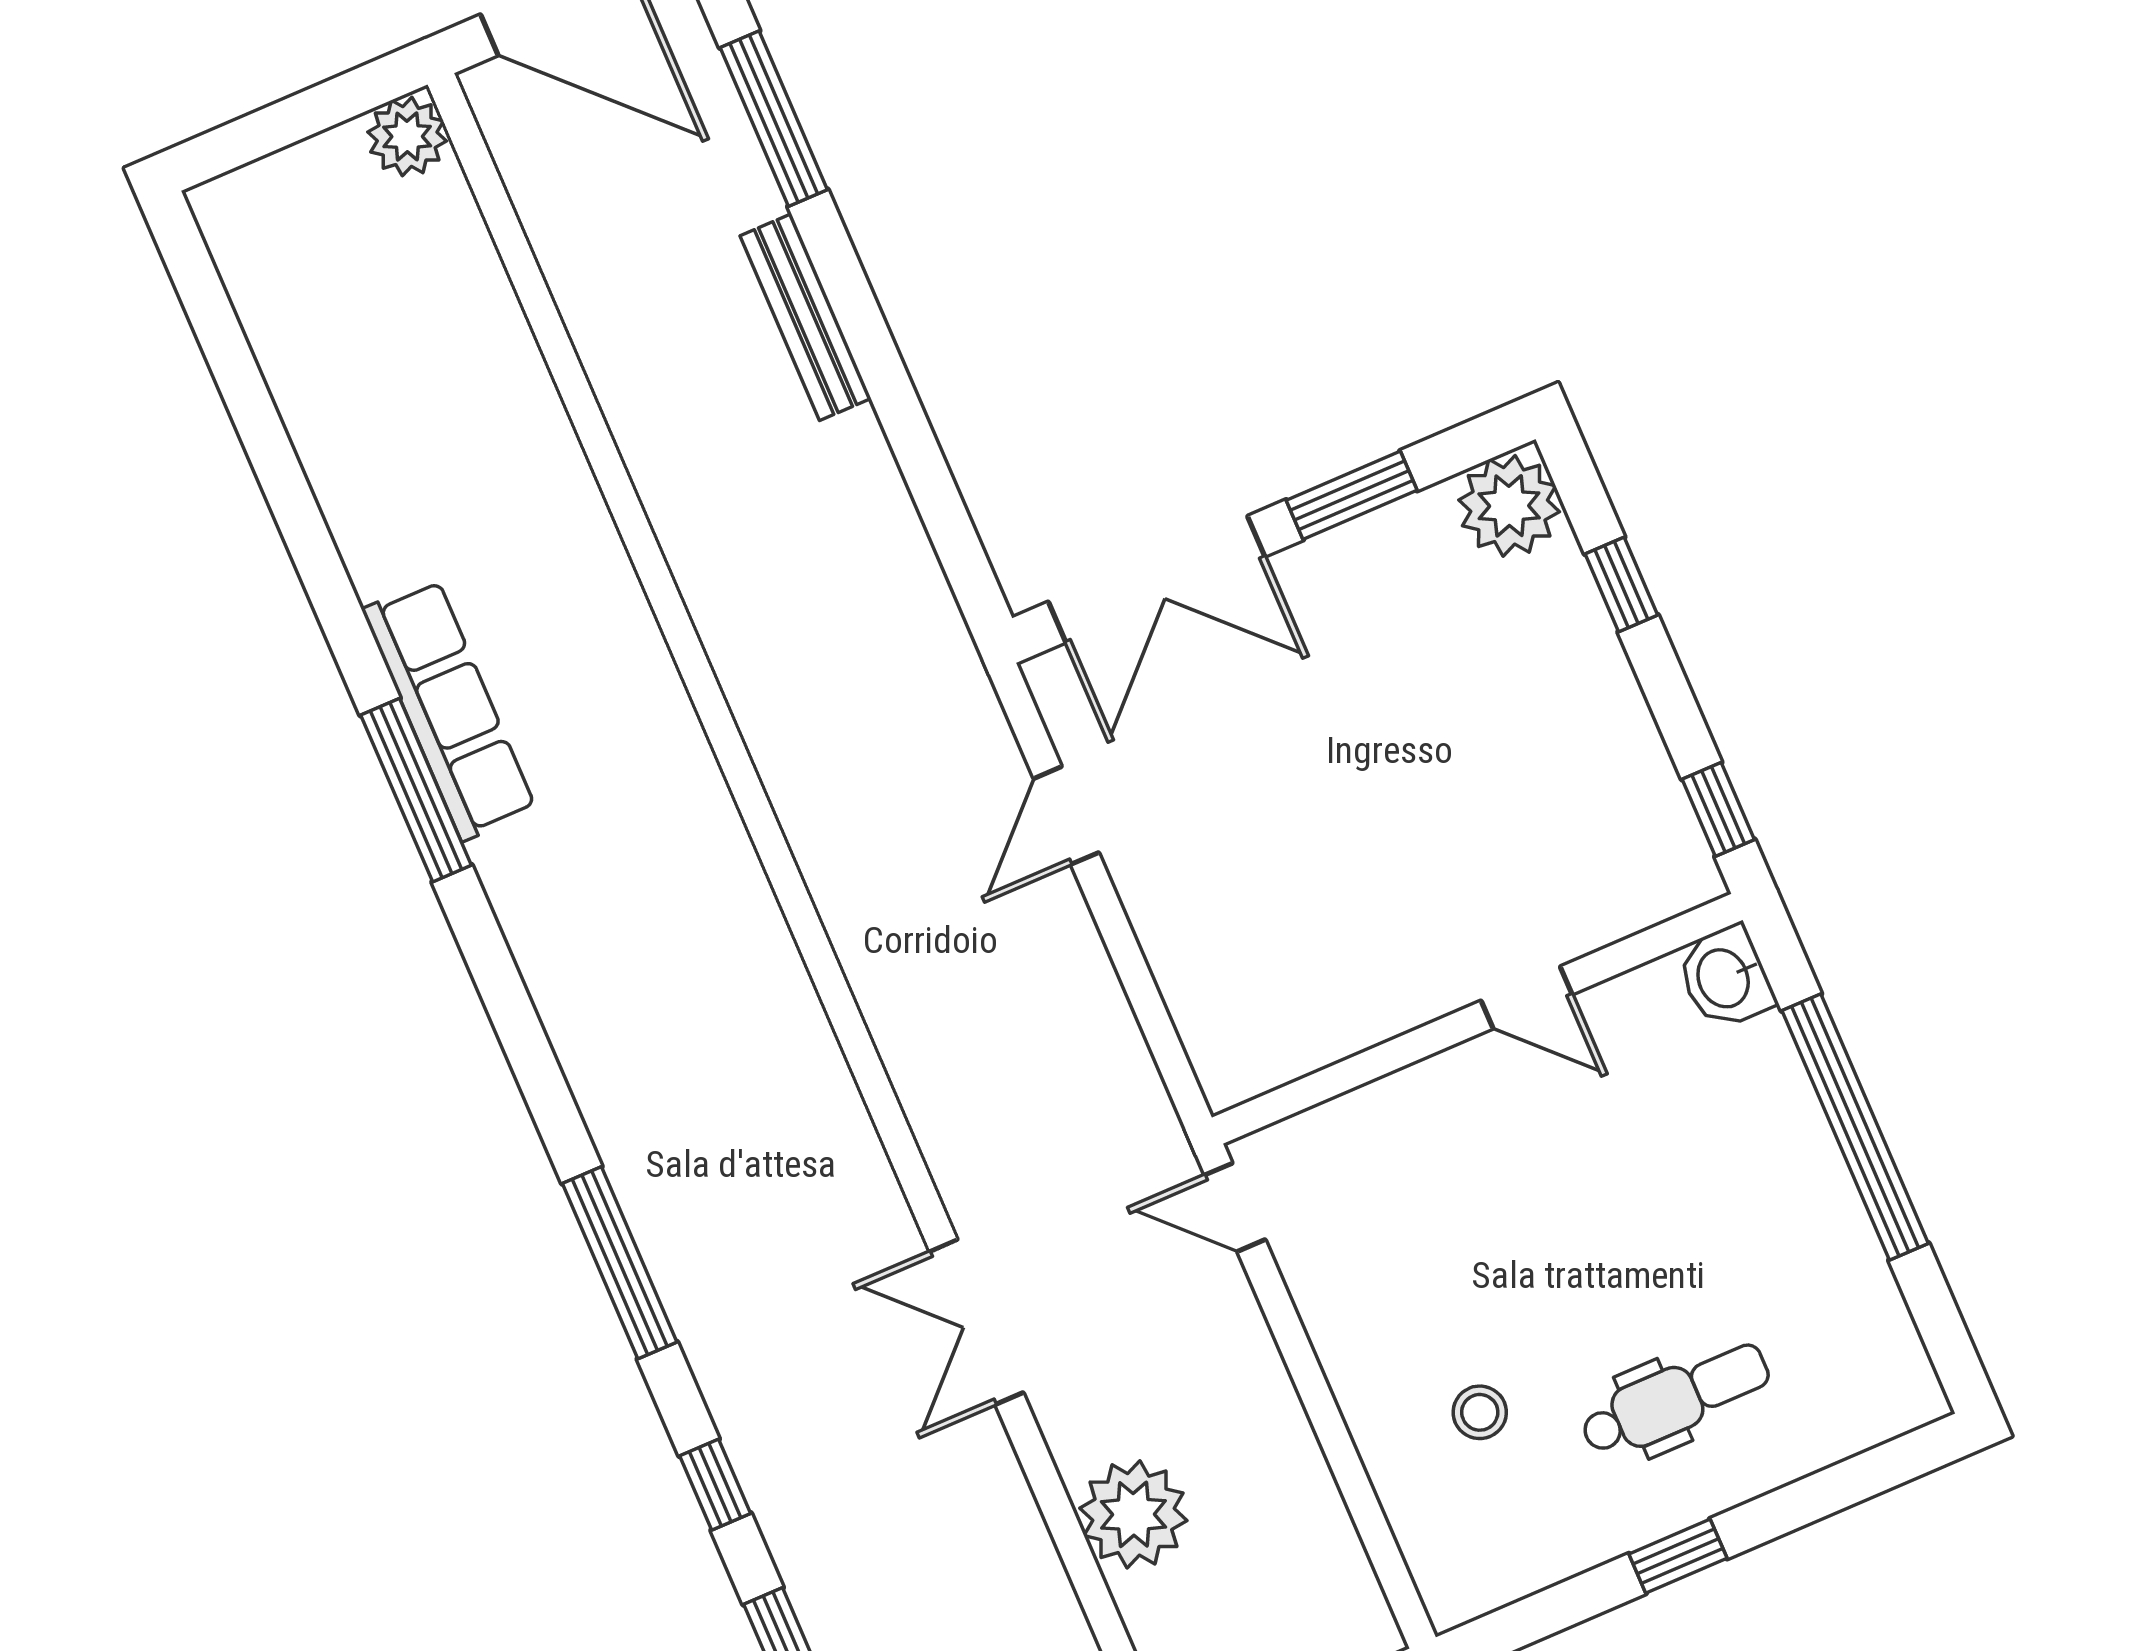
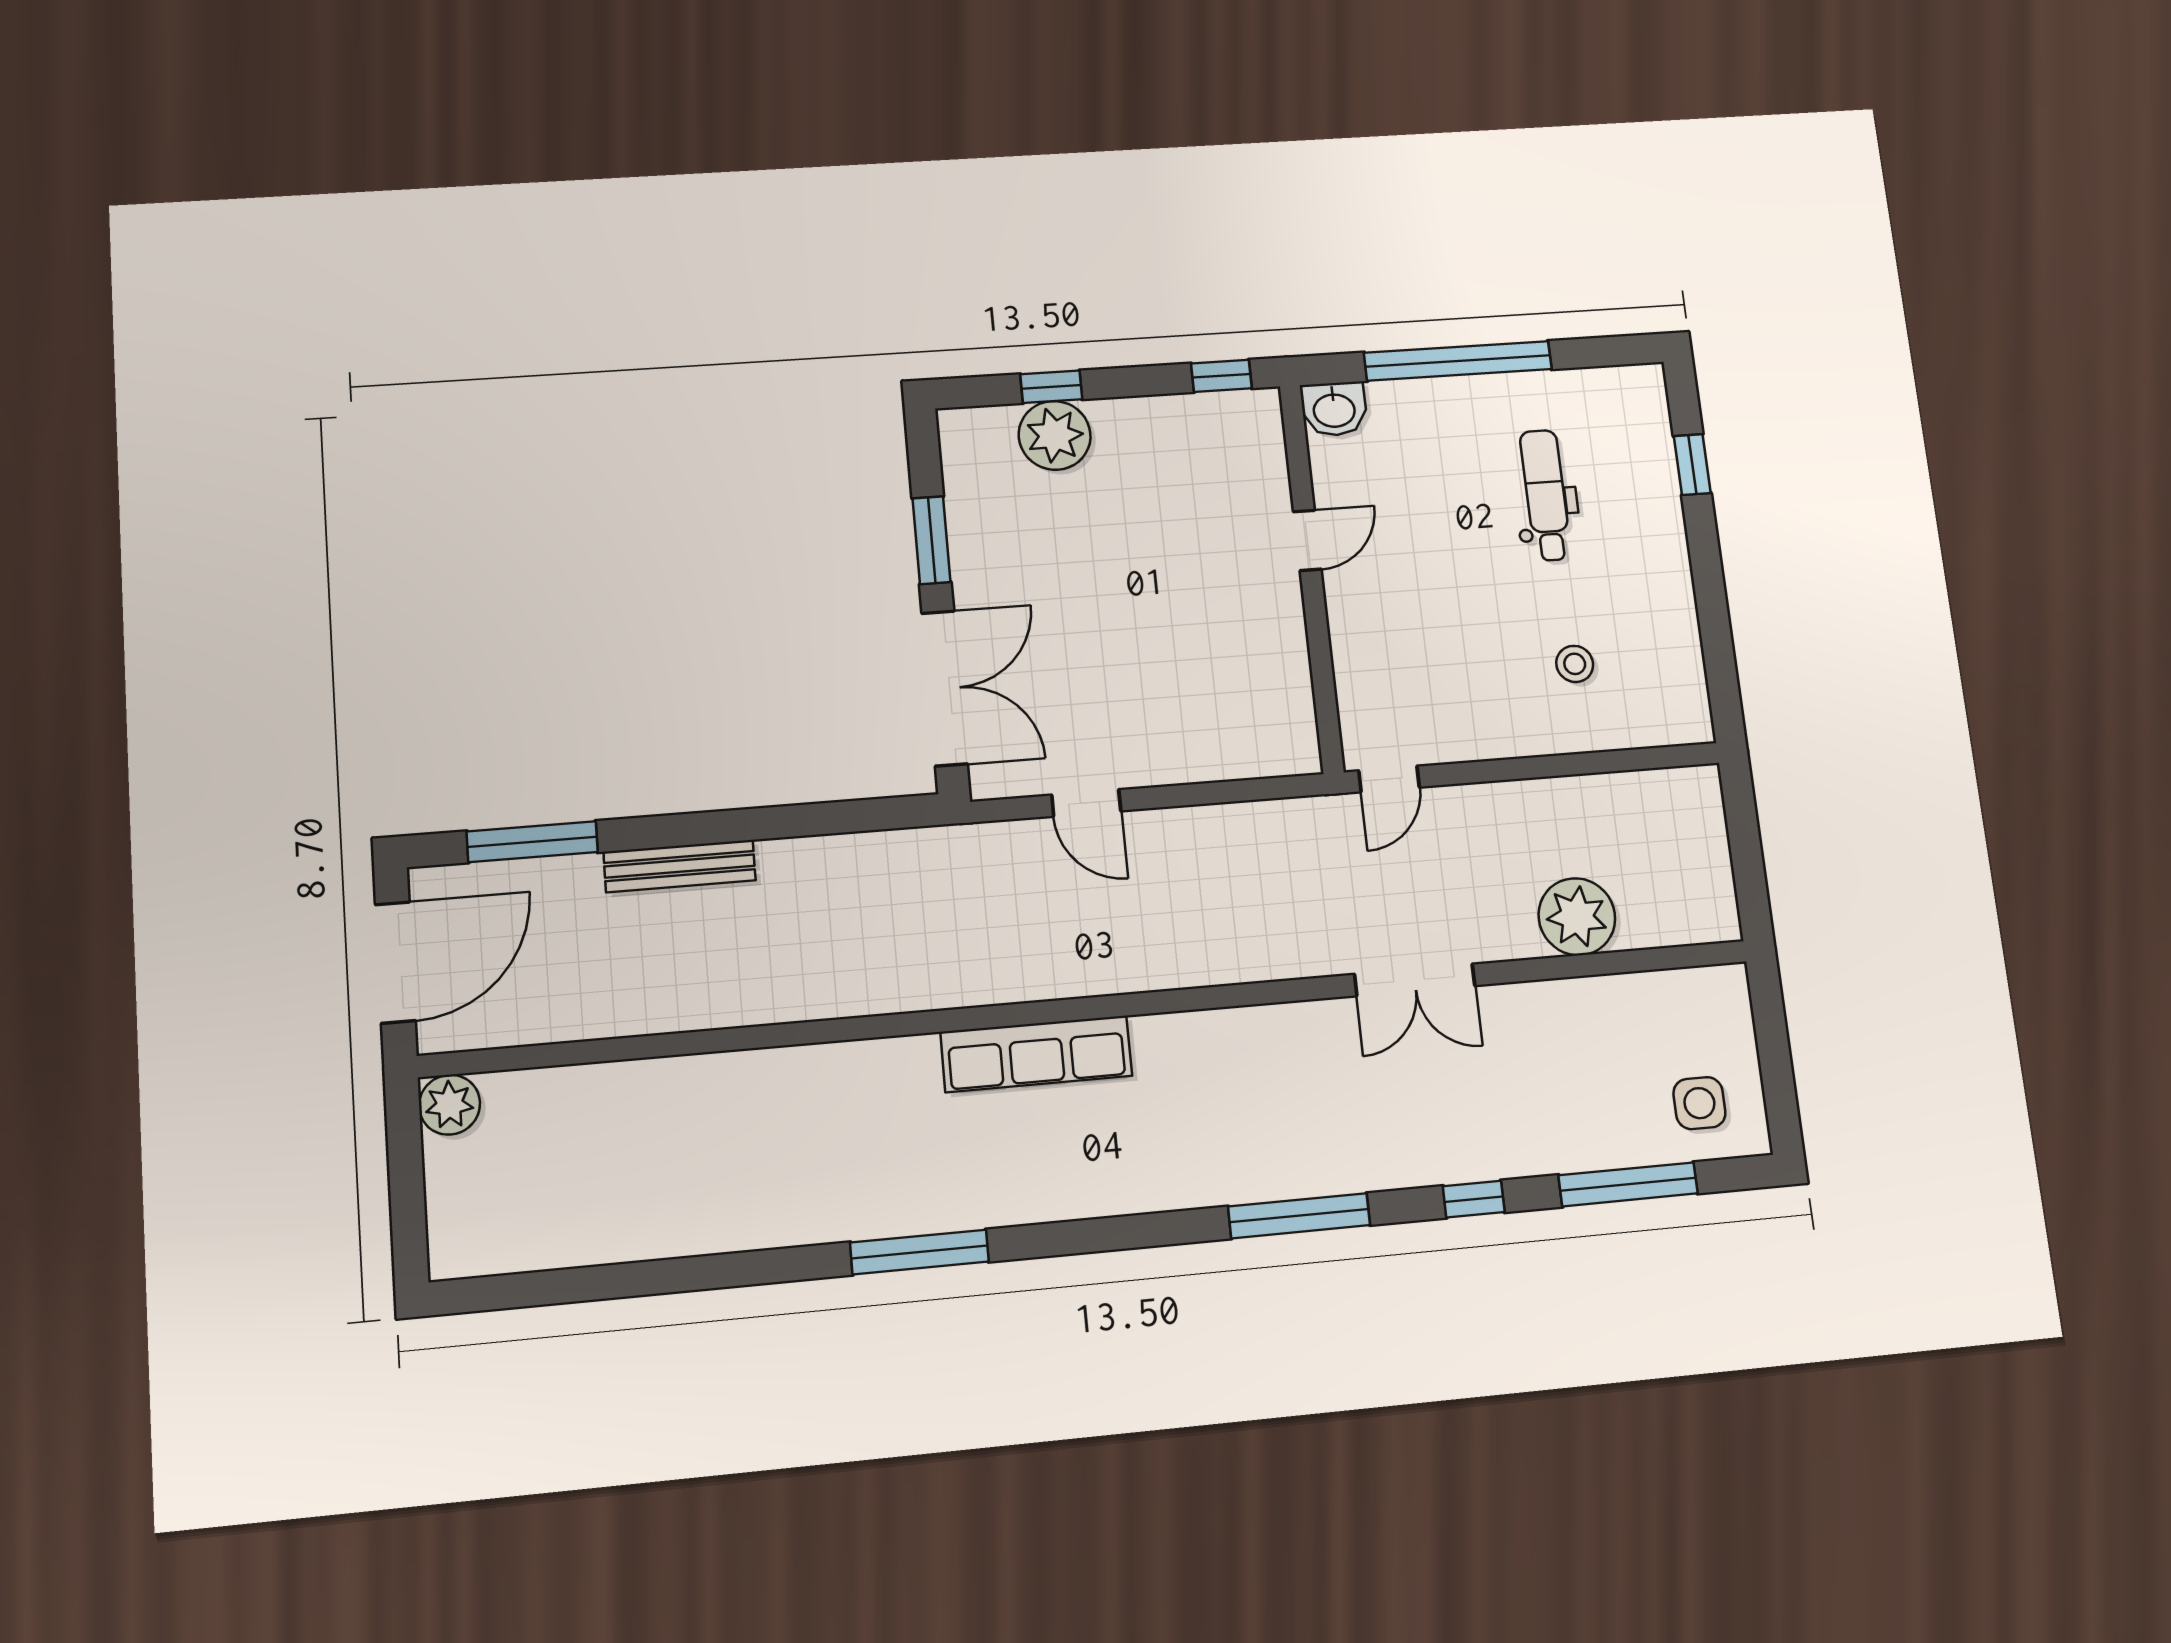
plant: (1509, 506) -> (1055, 435), moved
row of seats: (449, 709) -> (1036, 1054), moved, turned 180
dental chair: (1675, 1399) -> (1545, 495), moved
window: (1678, 1556) -> (1692, 465), moved

